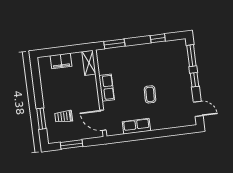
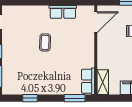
row of seats: (107, 88) -> (88, 81), moved
door: (103, 120) -> (96, 22), hinge flipped

